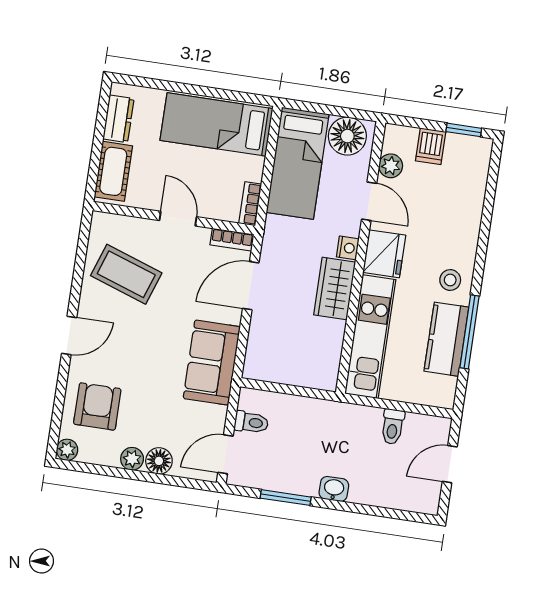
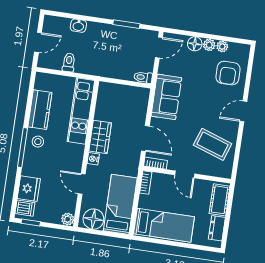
dishwasher: (431, 146) -> (25, 208), moved, turned 90
plant: (391, 166) -> (68, 219), moved
fridge: (384, 254) -> (29, 189), moved, turned 180
door: (251, 286) -> (145, 138), hinge flipped
window: (470, 332) -> (22, 148), moved
toilet: (251, 422) -> (143, 77), moved
plant: (67, 450) -> (222, 46), moved
washbasin: (334, 489) -> (78, 26), moved

